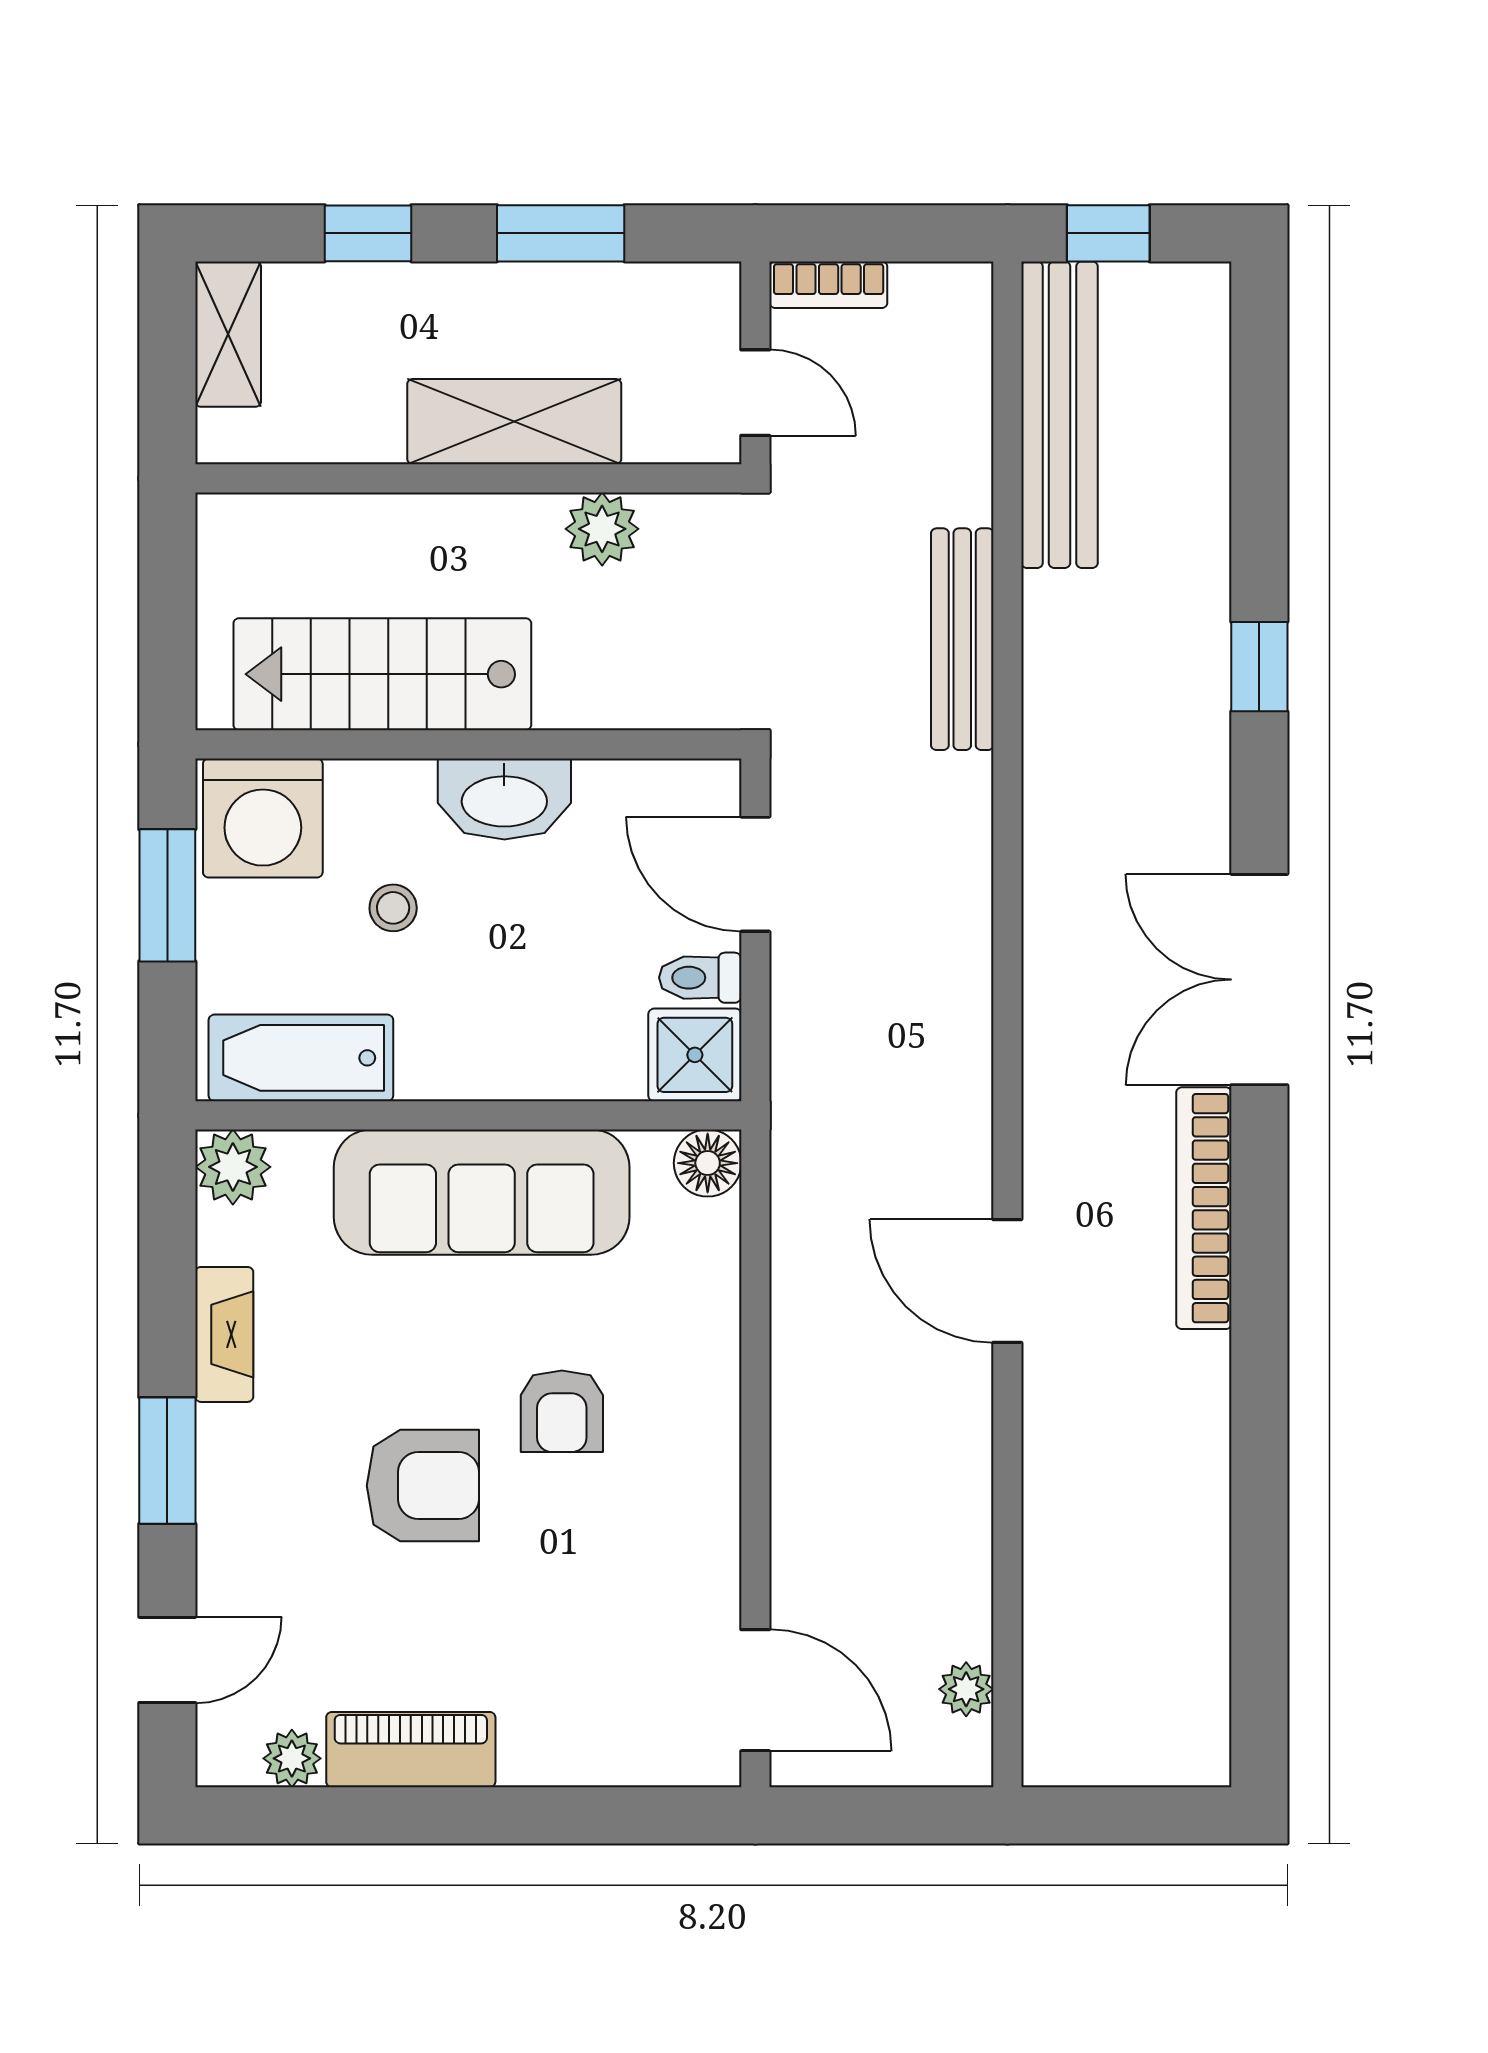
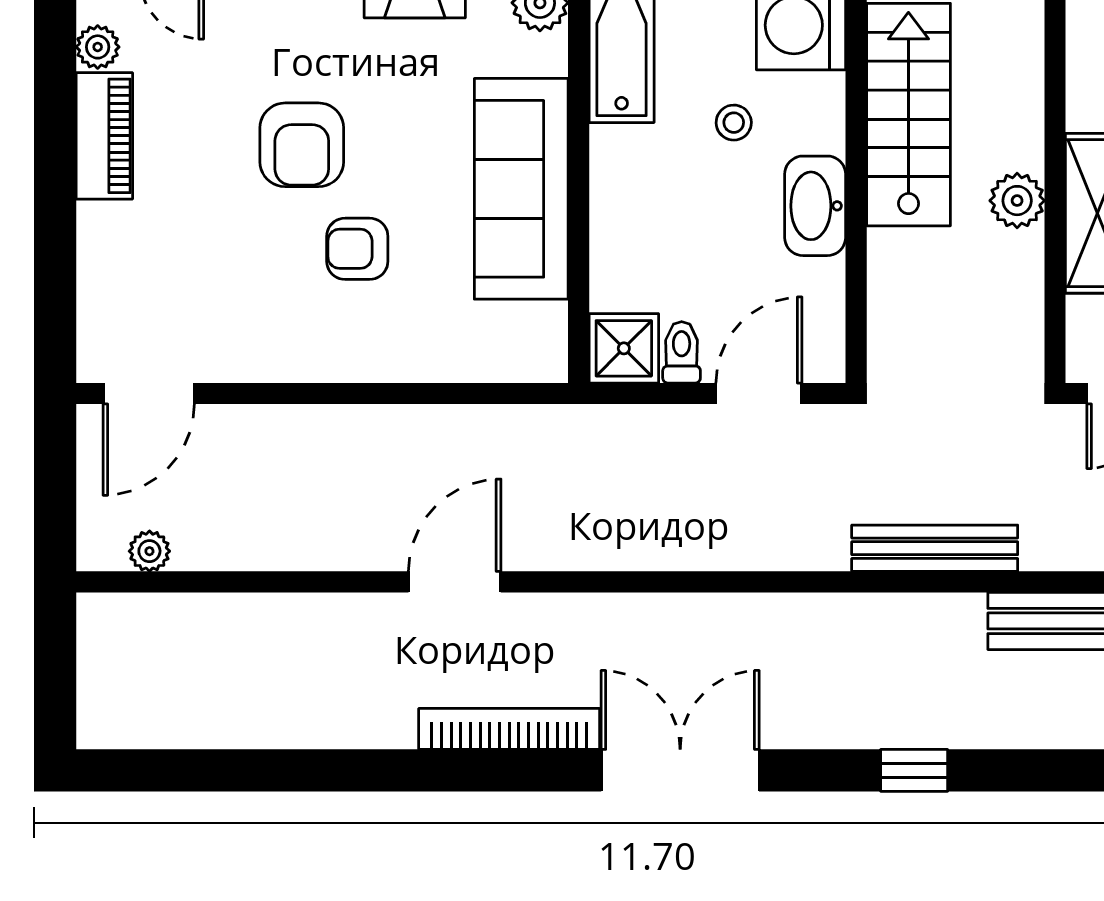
plant: (602, 529) -> (1017, 201), moved
floor lamp: (708, 1163) -> (543, 358), removed

